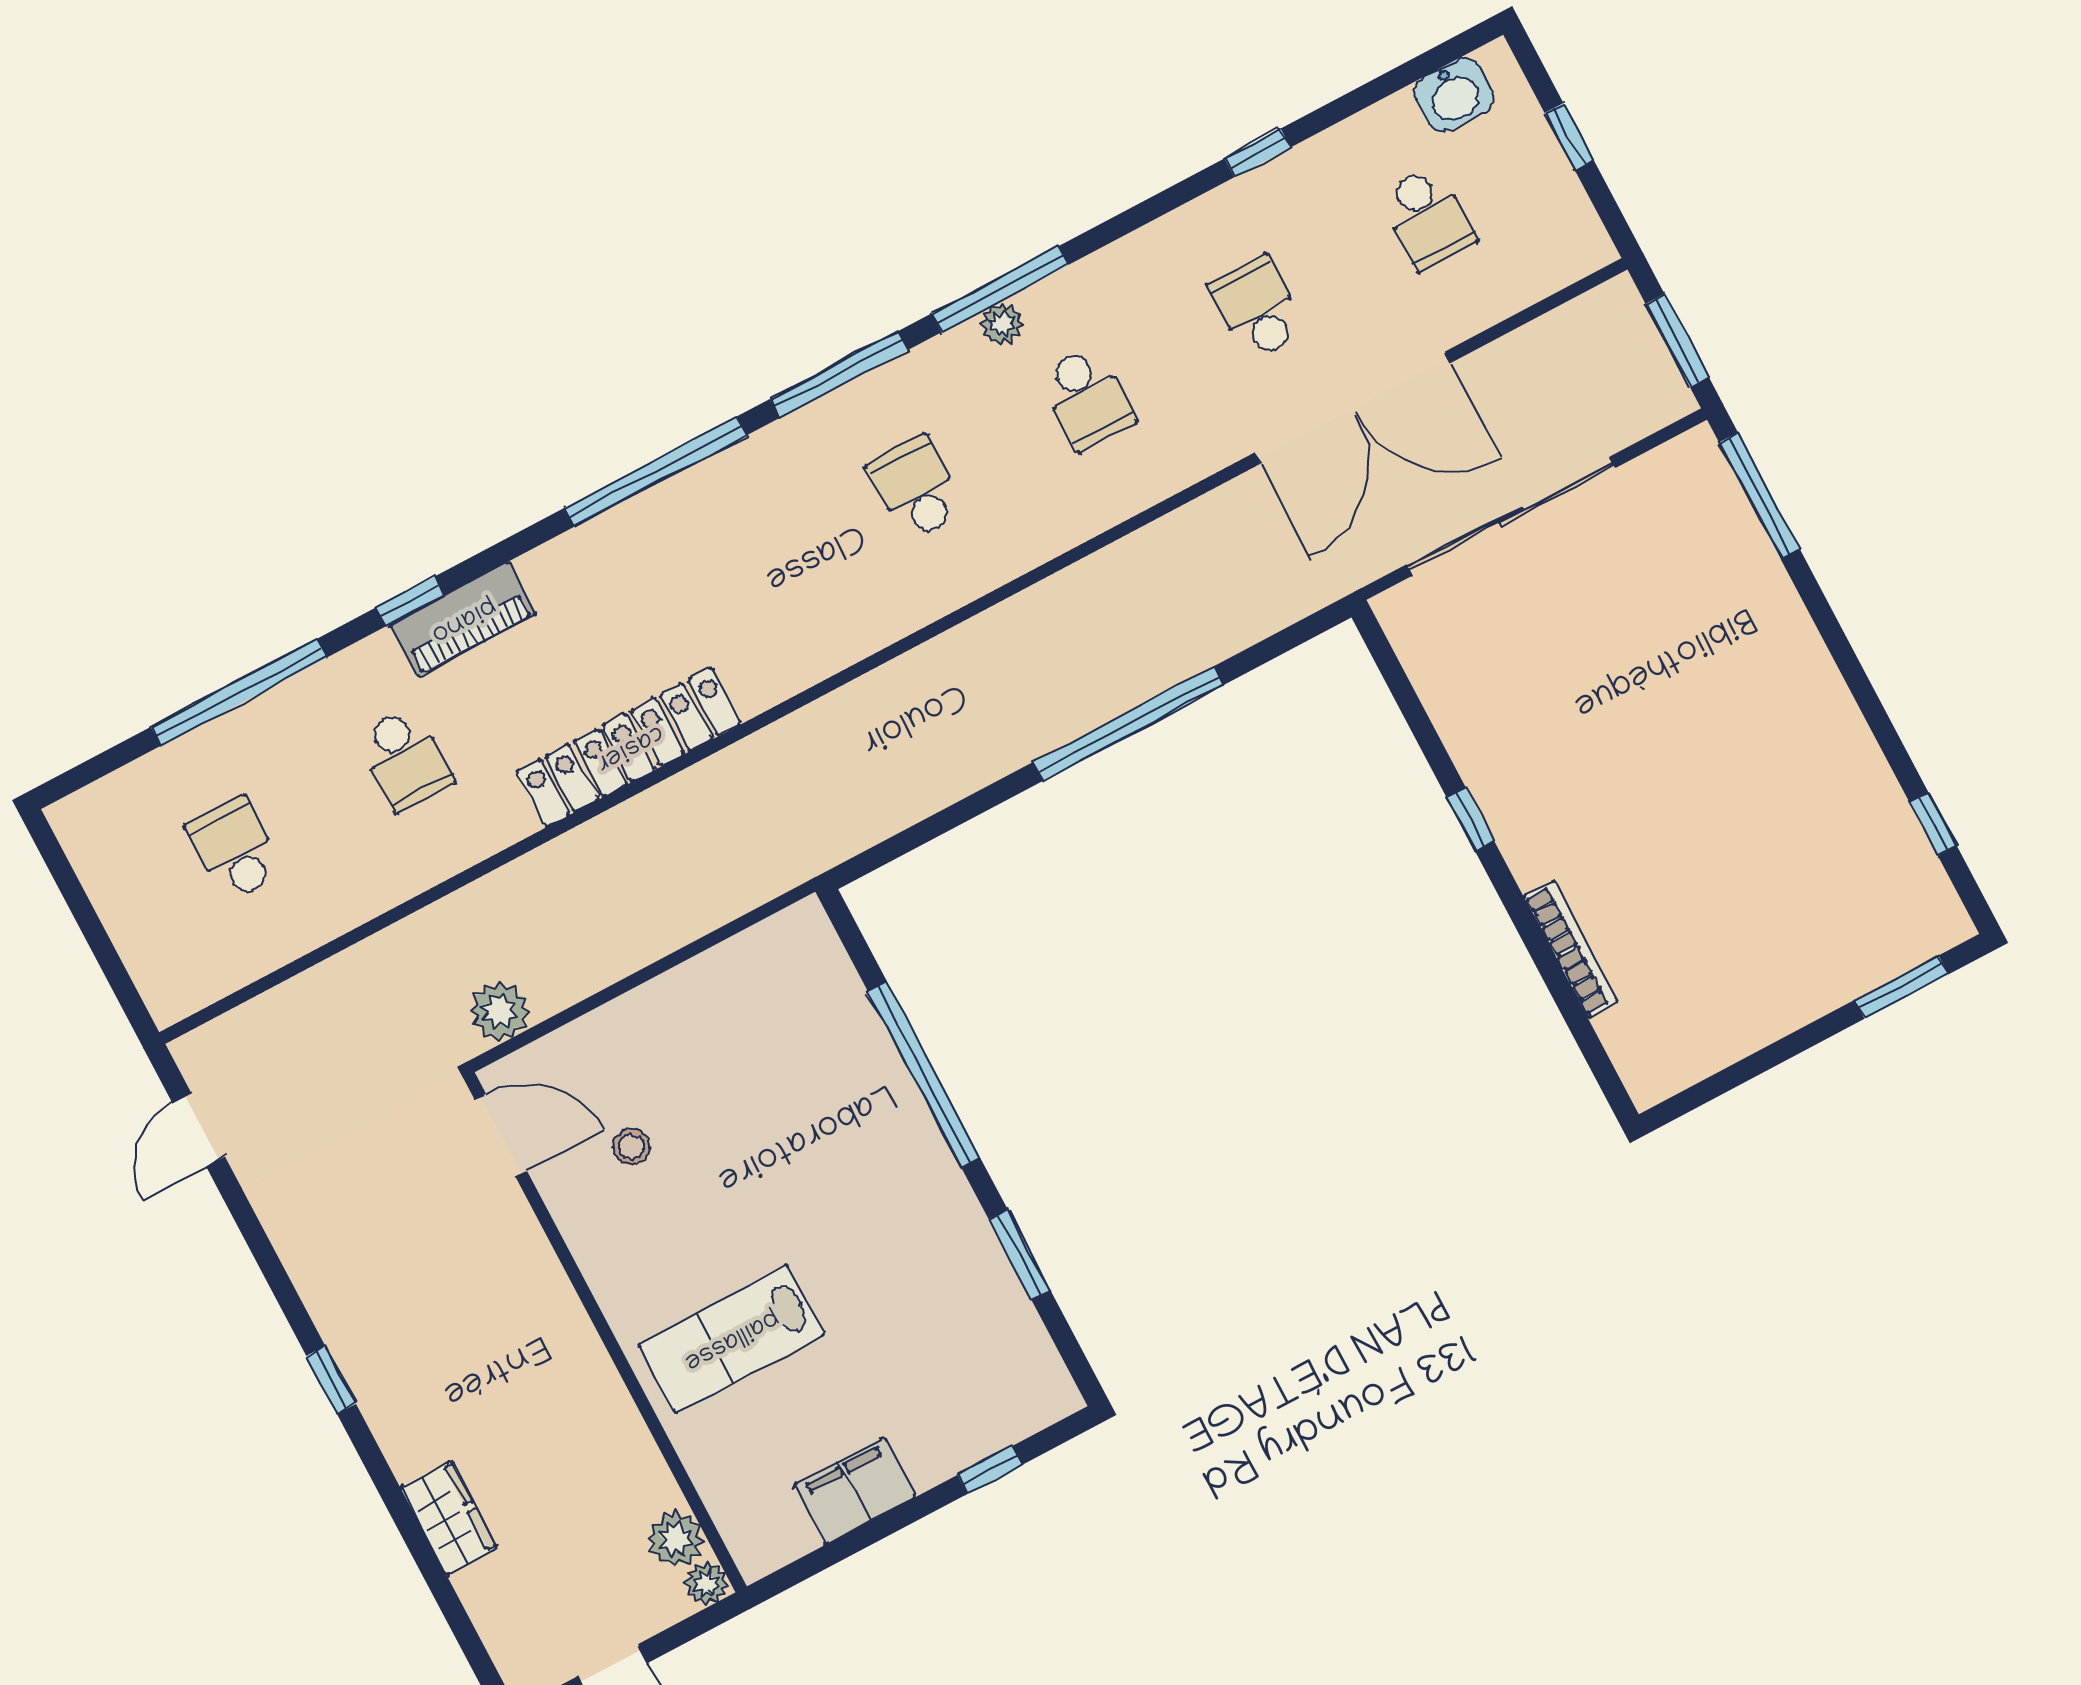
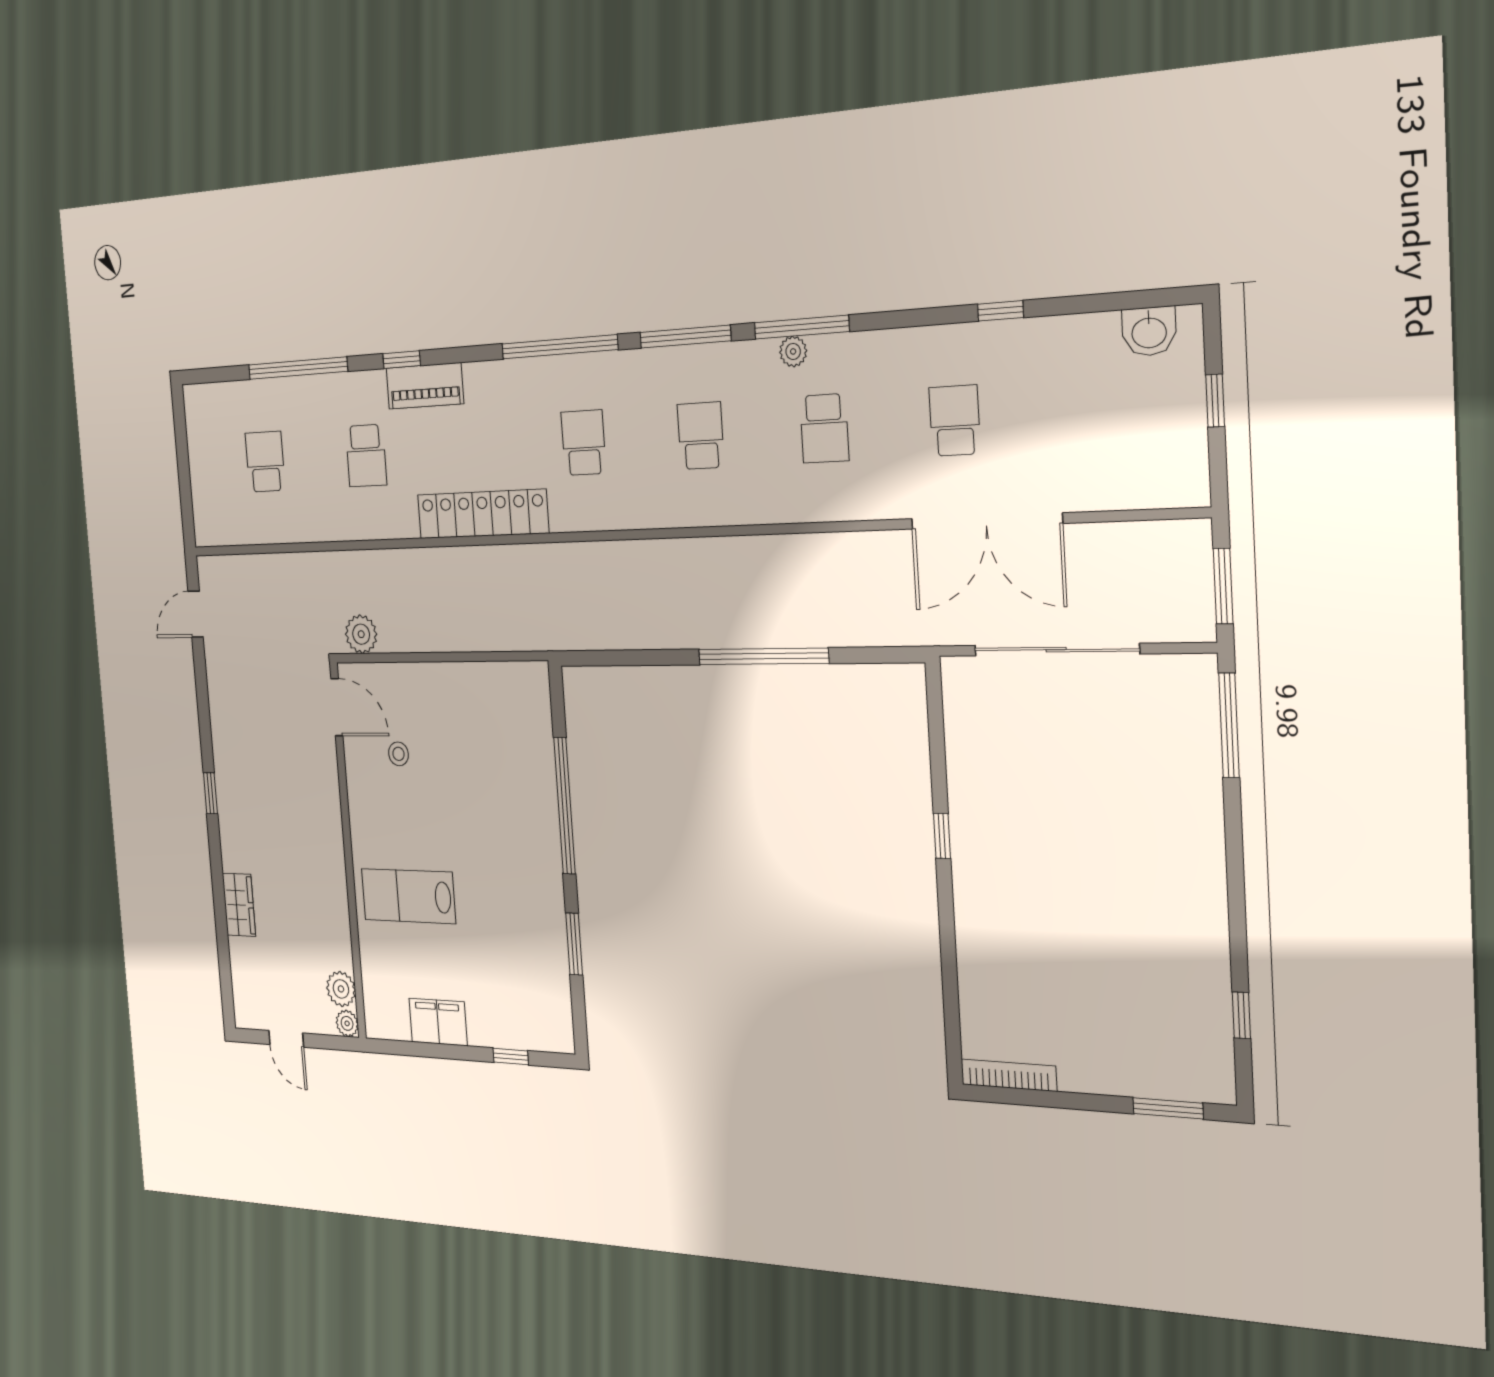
school desk: (1428, 218) -> (584, 443), moved, turned 180
bookcase: (1571, 949) -> (1009, 1075), moved, turned -90

